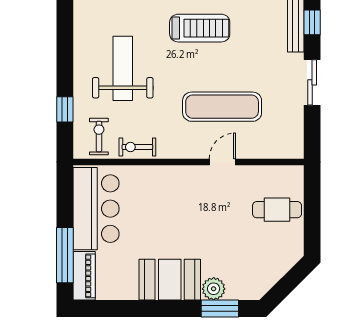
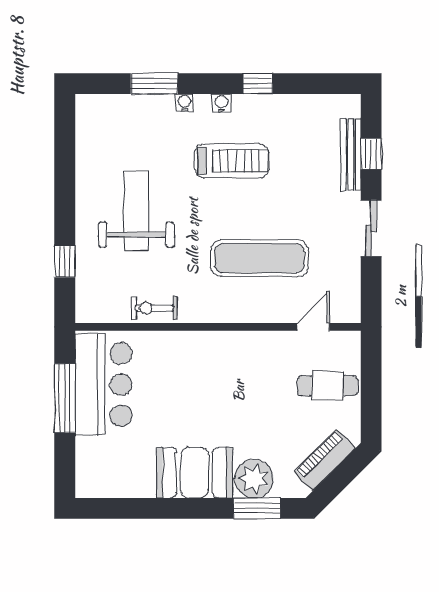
exercise bike: (99, 137) -> (107, 295), removed
door: (222, 162) -> (313, 327), moved
window: (65, 255) -> (65, 398), moved
piano: (84, 276) -> (325, 460), moved, turned -135
plant: (214, 289) -> (254, 479), width x1.36, depth x1.36

